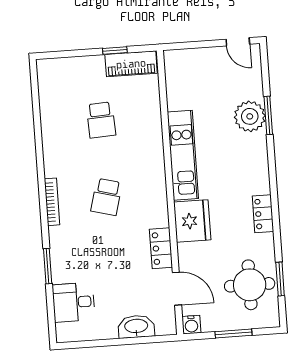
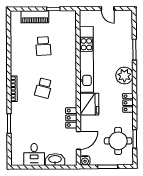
door: (238, 42) -> (108, 9), moved
piano: (131, 64) -> (35, 17), moved
plant: (250, 116) -> (124, 75), moved
kitchen unit: (183, 155) -> (86, 59), width x1.36
door: (177, 289) -> (78, 140), hinge flipped
desk: (74, 302) -> (34, 154), moved, turned -90

